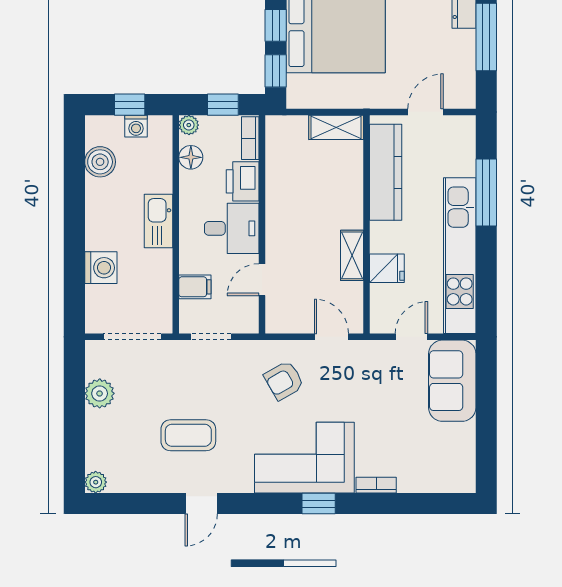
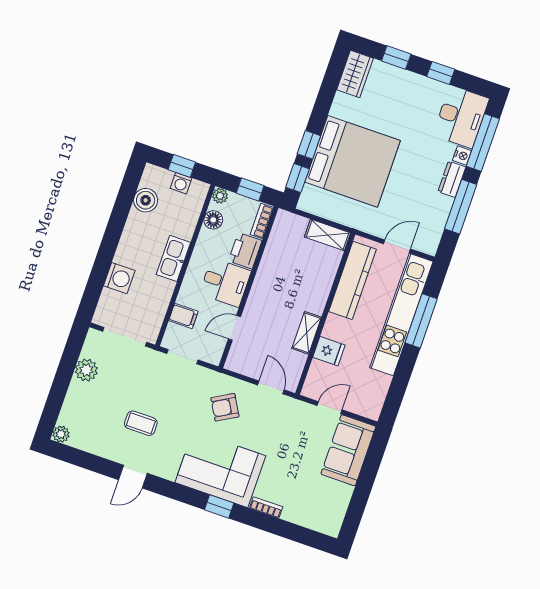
kitchen unit: (460, 256) -> (401, 315), moved
coffee table: (188, 435) -> (141, 423), width x0.73, depth x0.77

